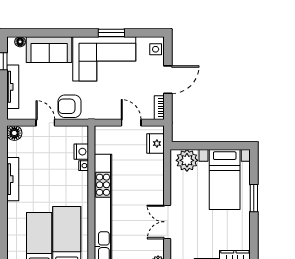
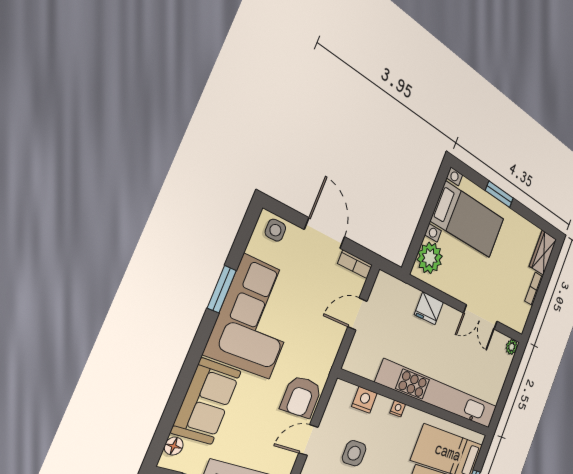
fridge: (156, 144) -> (429, 308), moved
side table: (46, 159) -> (354, 453), added
nightstand: (84, 166) -> (398, 409), moved

